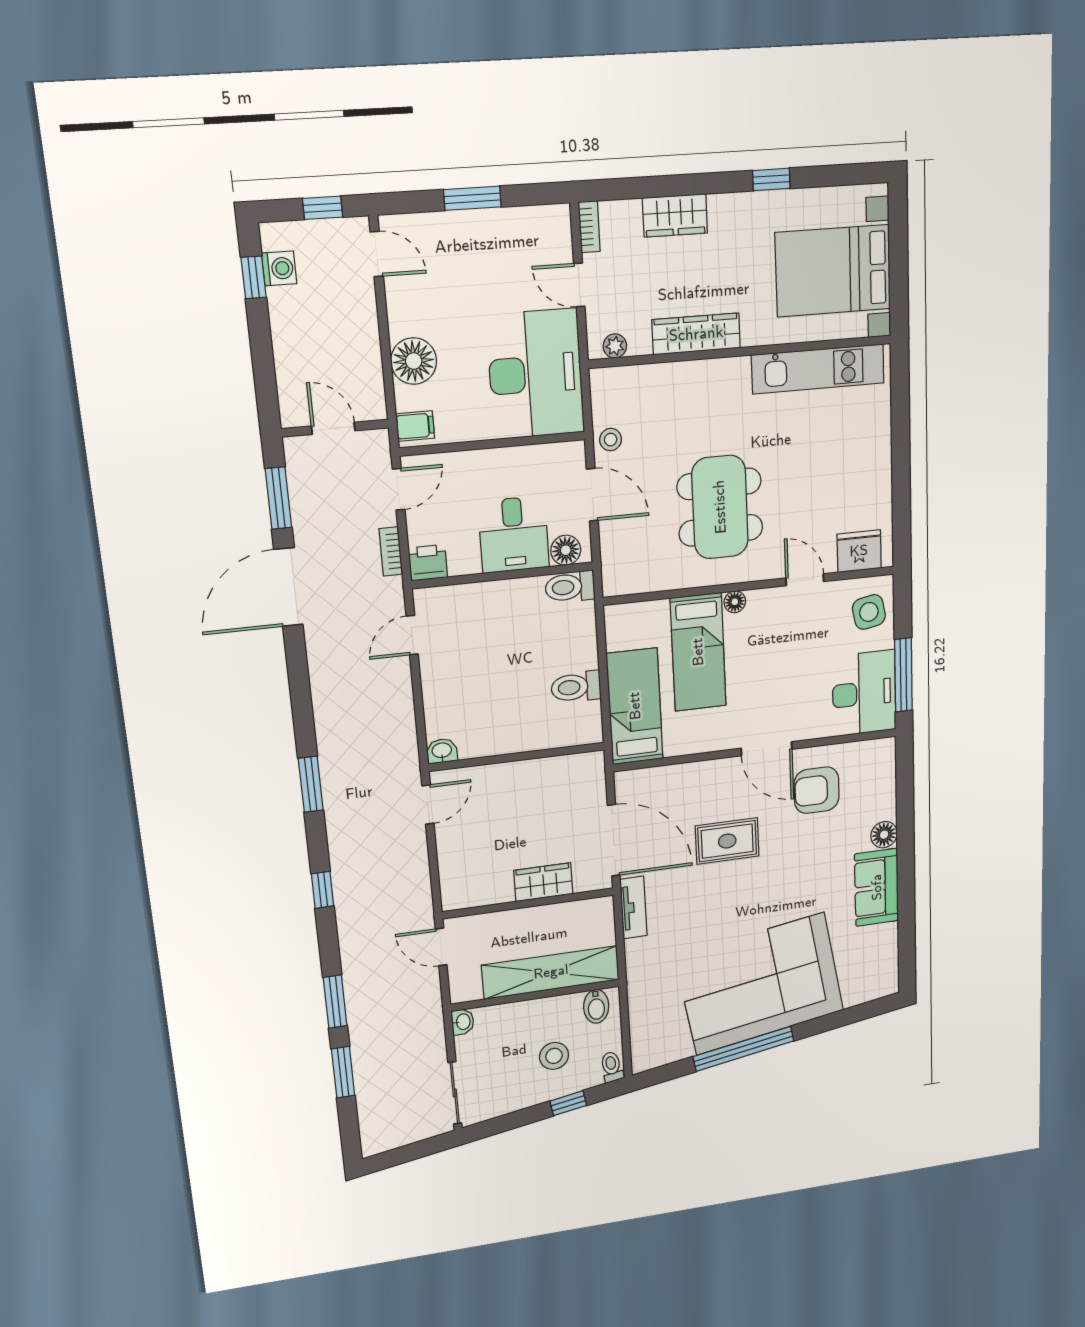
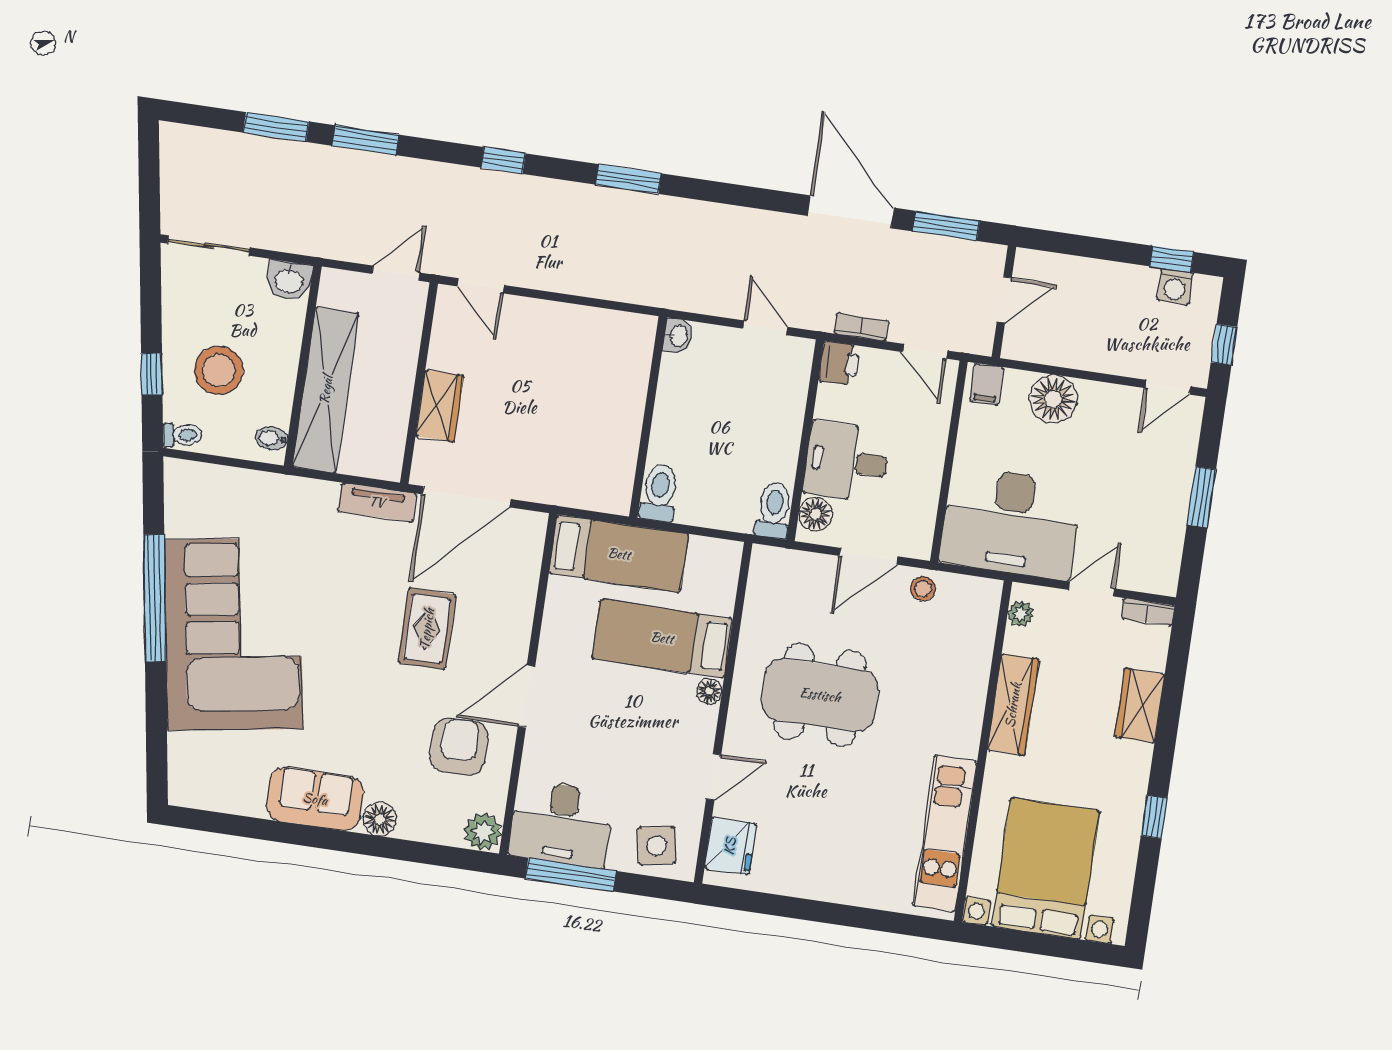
washbasin: (442, 751) -> (678, 336), moved
plant: (881, 753) -> (483, 832), added
wall: (517, 757) -> (648, 417), moved
door: (428, 805) -> (481, 286), moved
bidet: (596, 1006) -> (271, 438), width x0.72, depth x0.74
washbasin: (463, 1022) -> (289, 280), width x1.38, depth x1.45
stool: (554, 1056) -> (219, 370), width x1.38, depth x1.38

